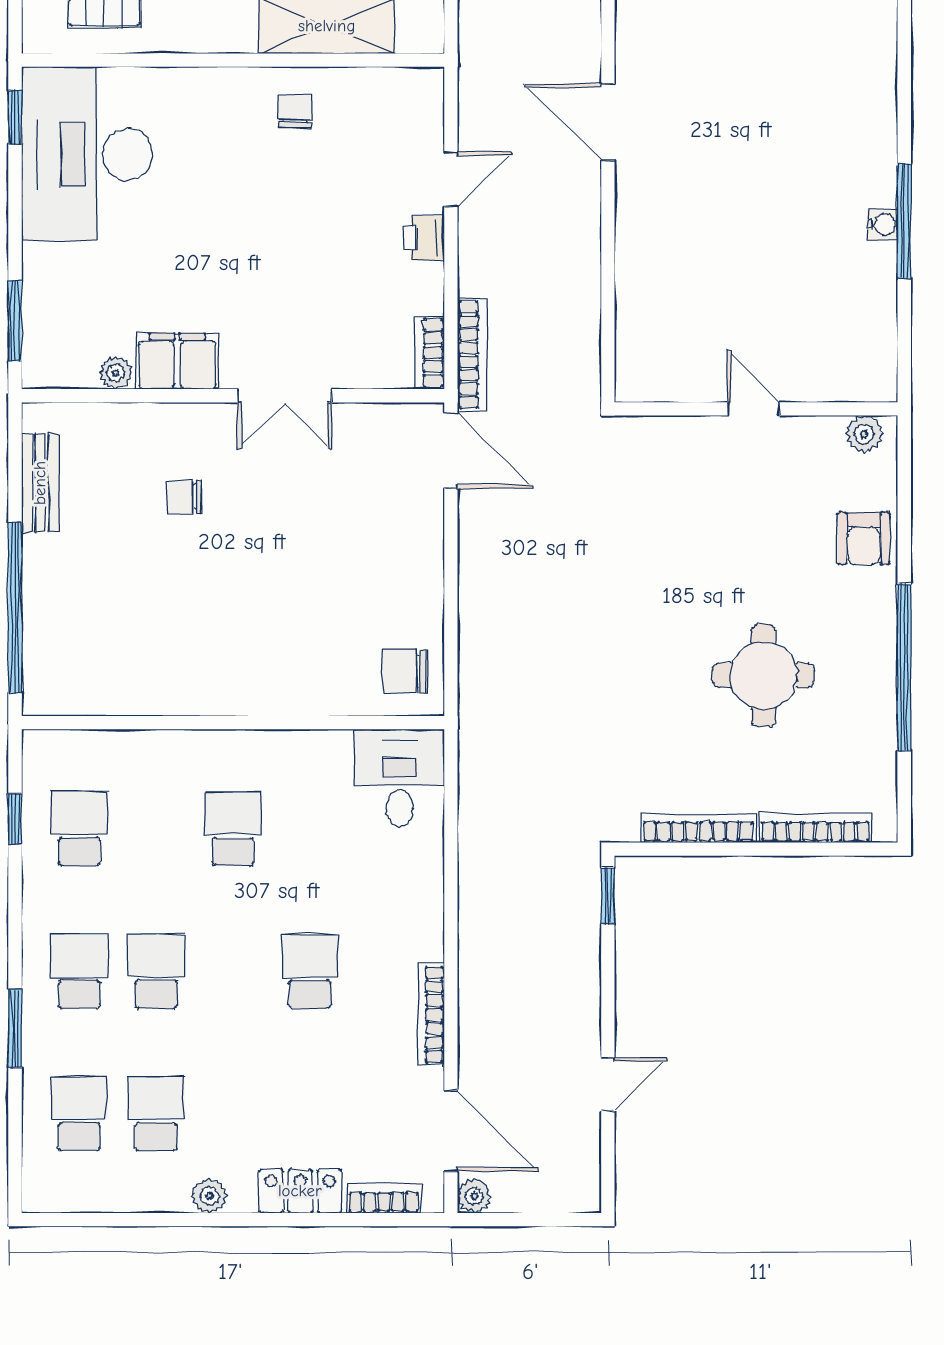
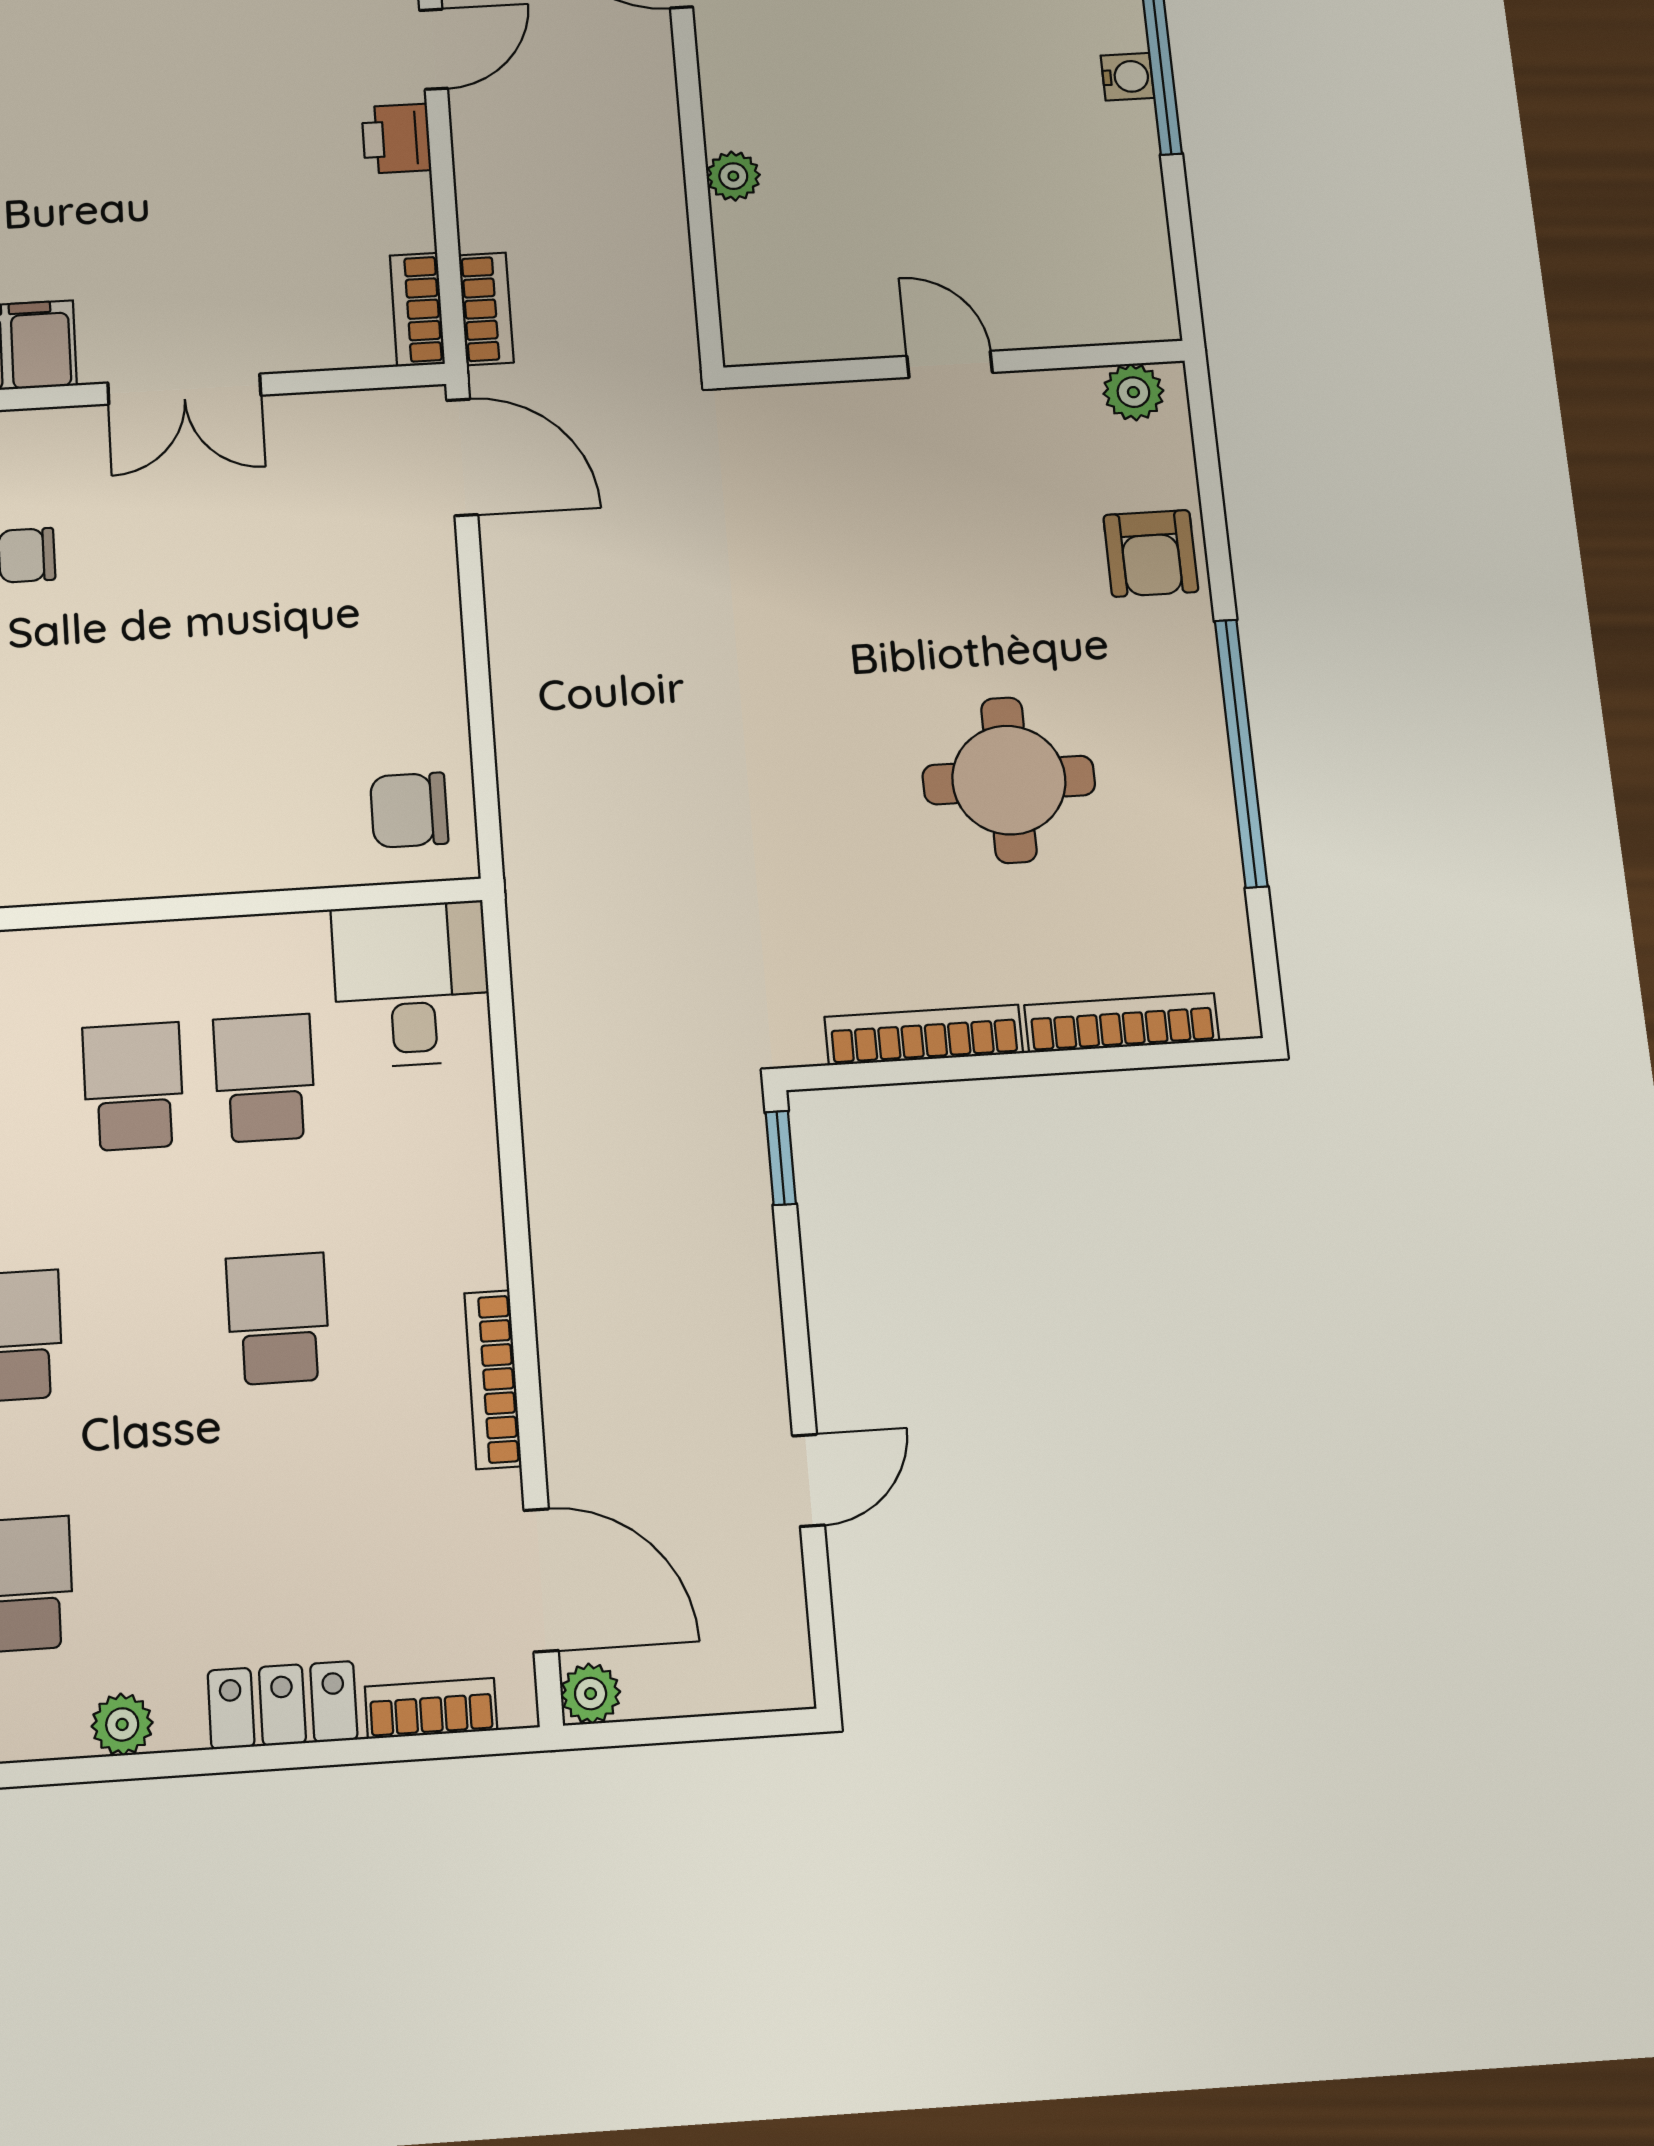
plant: (631, 276) -> (733, 176), added
bookcase: (472, 355) -> (486, 309), width x0.64
school desk: (310, 829) -> (265, 1078), added

